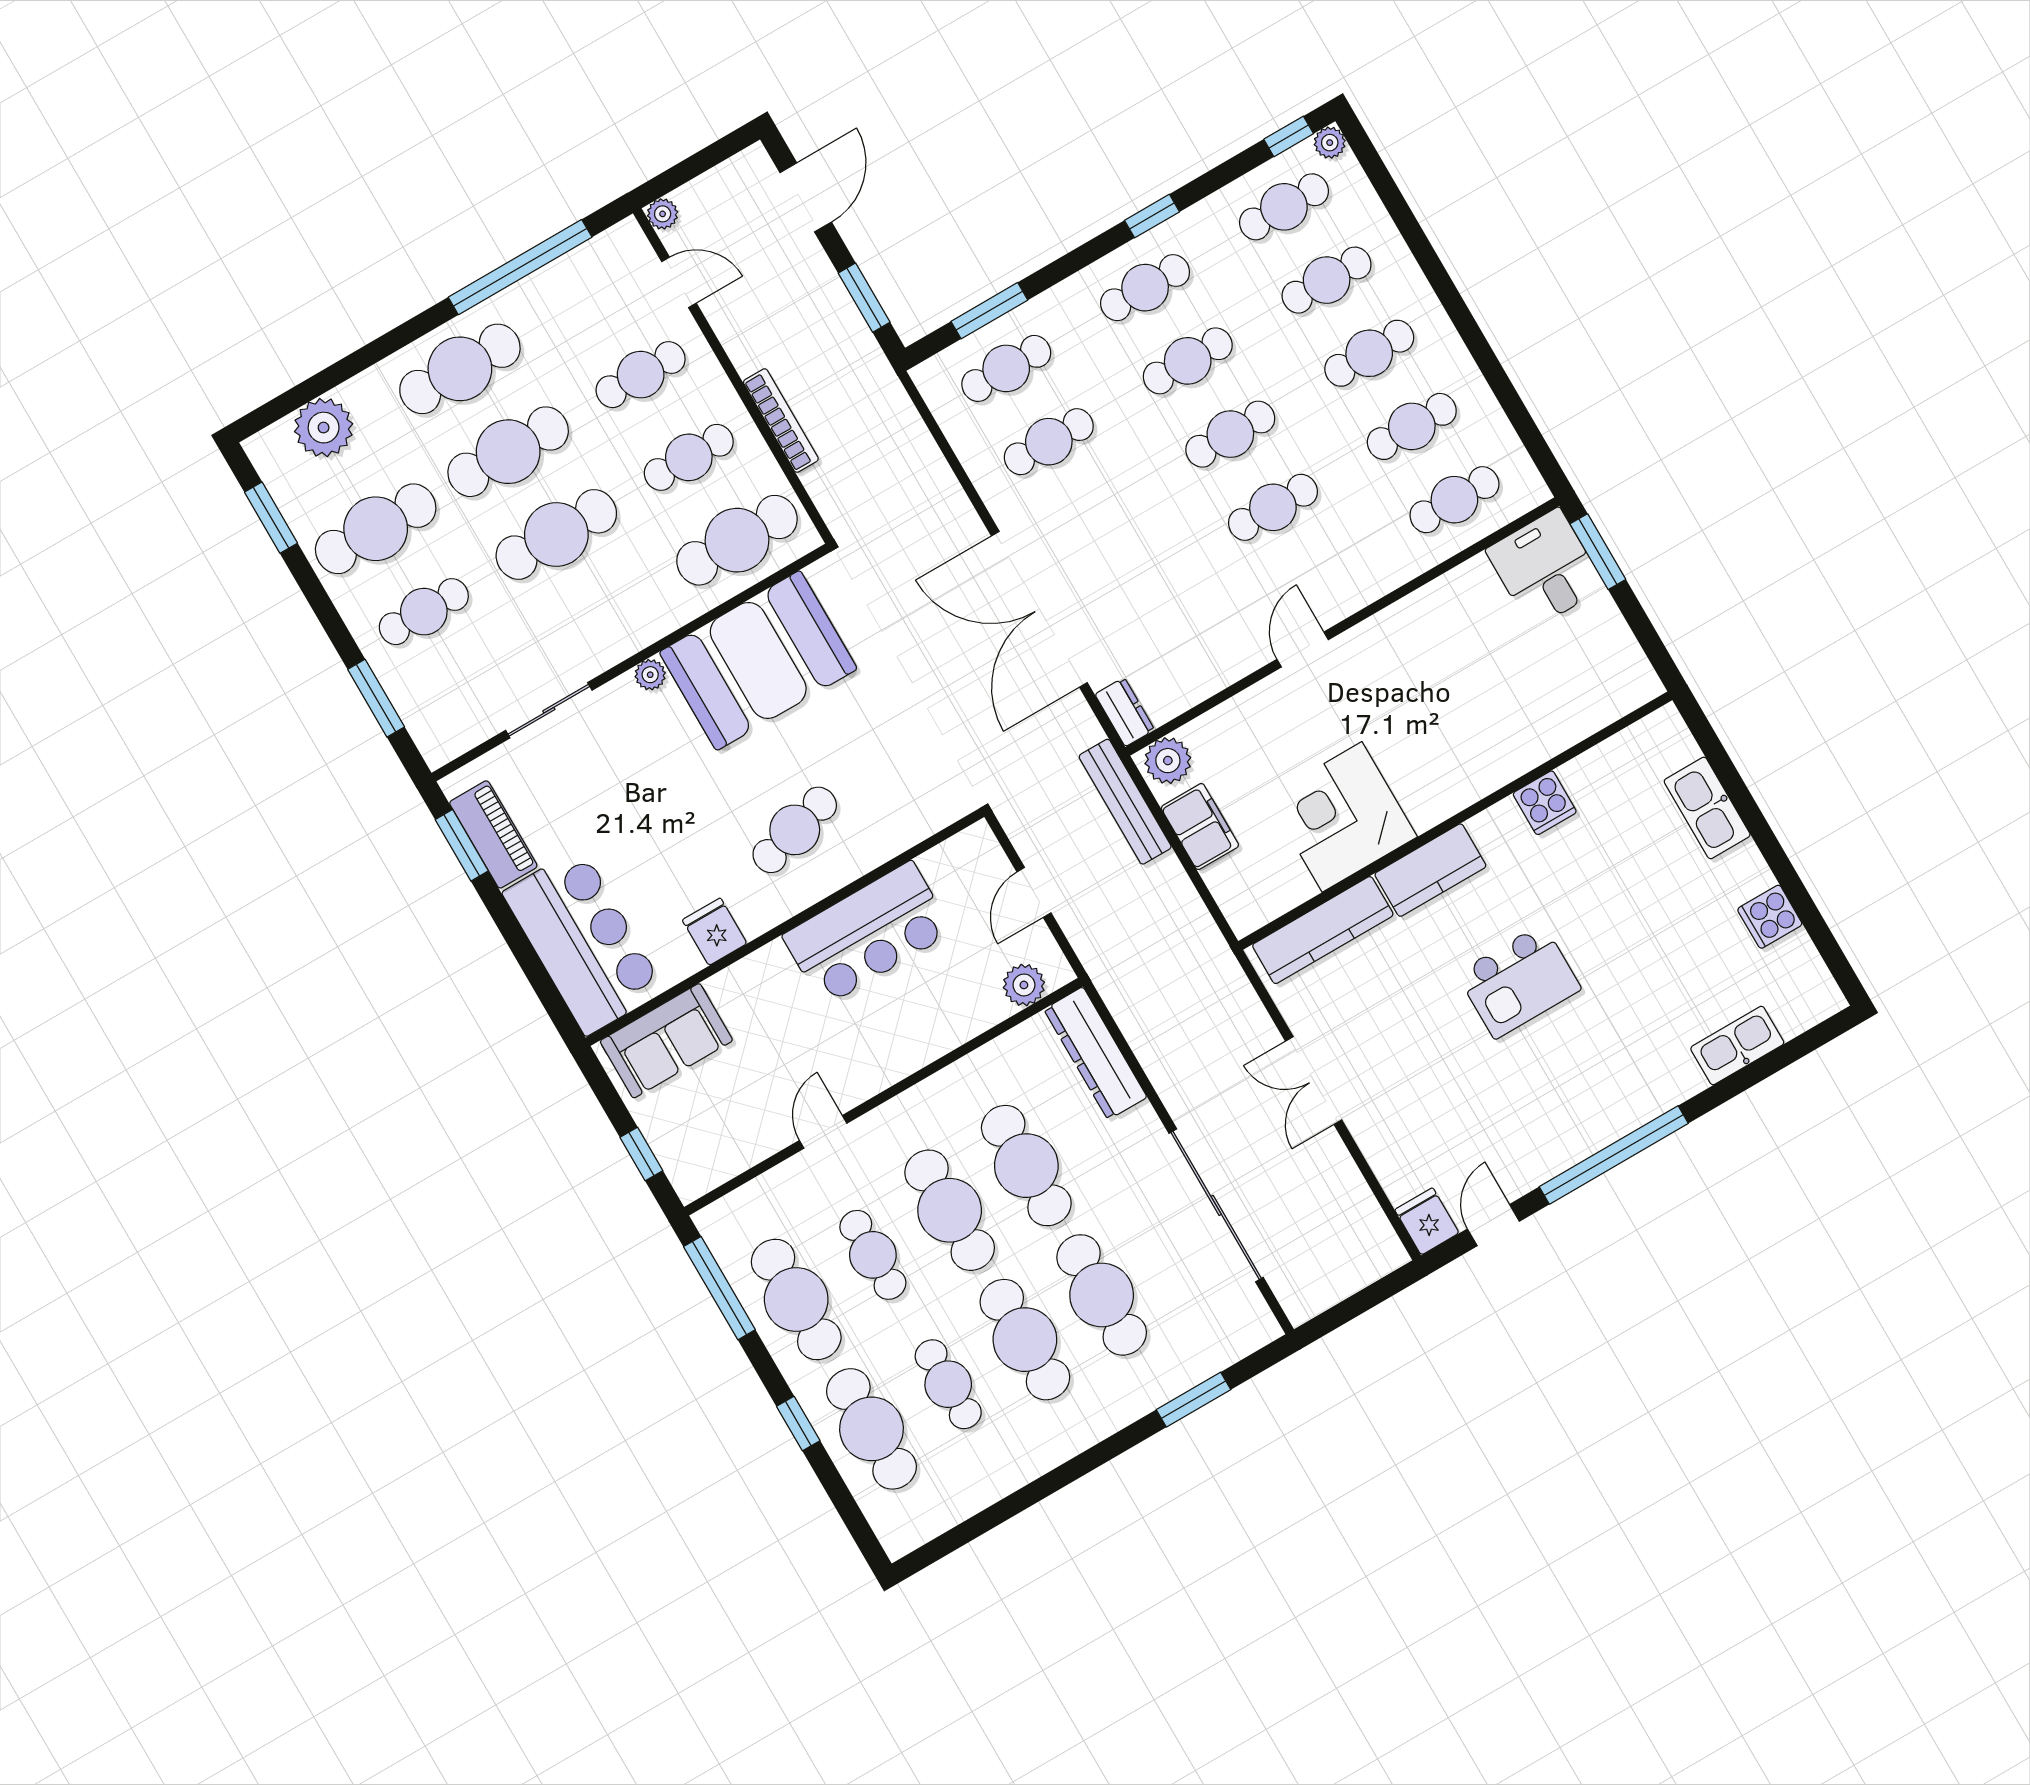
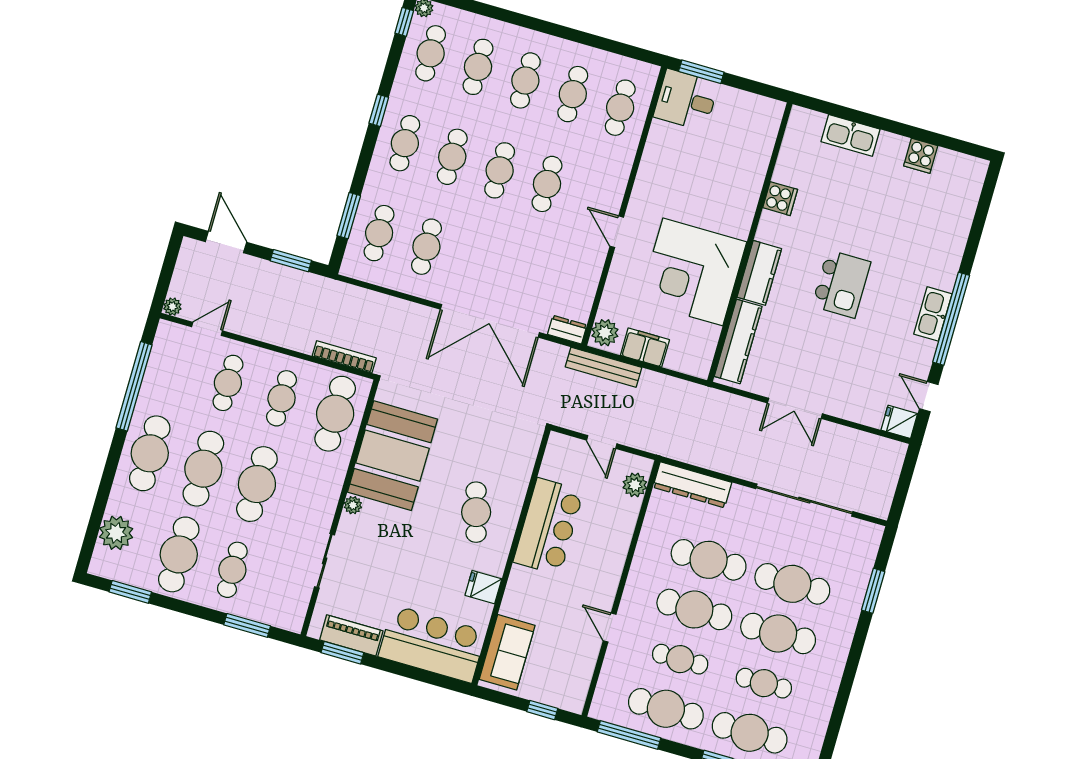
bookcase: (781, 421) -> (344, 357), moved
corner desk: (1342, 817) -> (693, 272), width x1.36, depth x1.36
kitchen sink: (1737, 1046) -> (933, 314), moved

